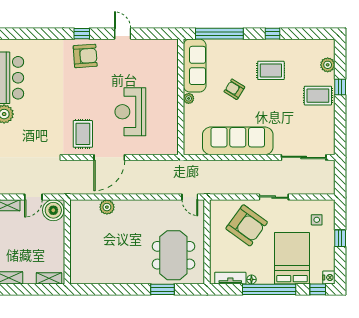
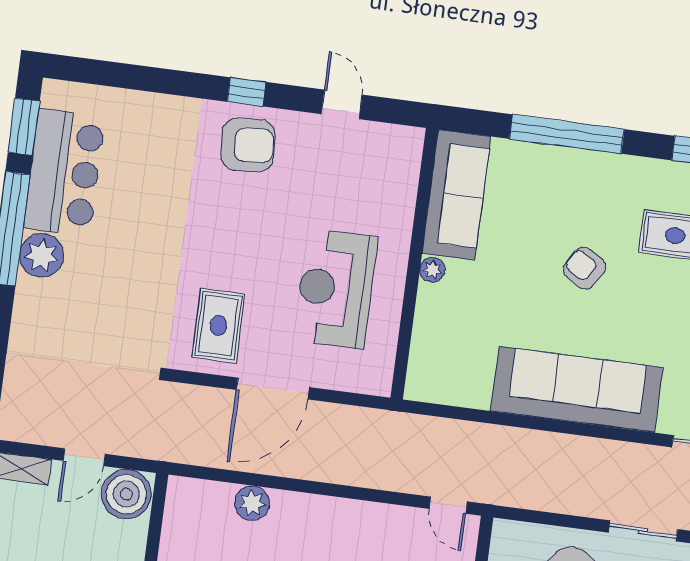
sofa: (195, 65) -> (456, 195), moved
wall: (181, 97) -> (414, 264), moved
plant: (189, 98) -> (432, 270), moved

